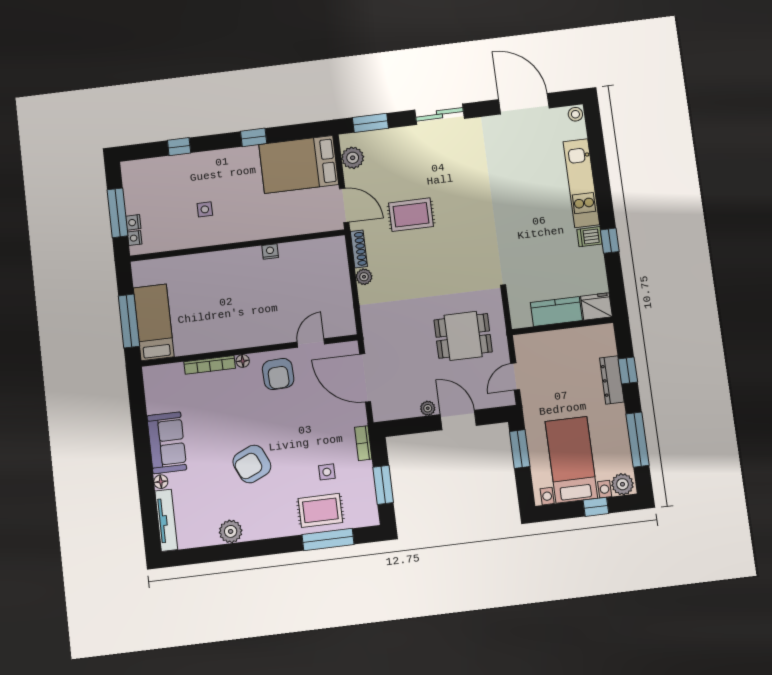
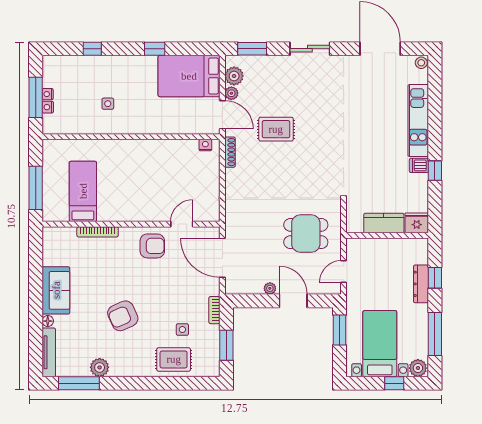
nightstand: (135, 238) -> (48, 94), moved
nightstand: (270, 251) -> (205, 145), moved
plant: (364, 277) -> (231, 93), moved
bed: (154, 322) -> (83, 191), moved
floor lamp: (243, 361) -> (125, 232), removed
armchair: (278, 374) -> (152, 246), turned -88
window: (328, 539) -> (79, 383), moved

